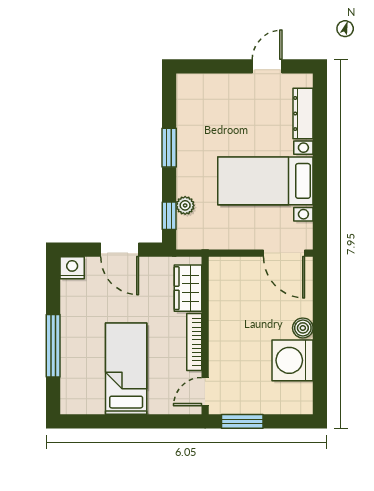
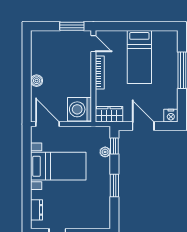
dresser: (303, 114) -> (36, 210), width x0.70
wardrobe: (188, 288) -> (109, 114), moved, turned -90
washing machine: (293, 360) -> (80, 109), moved, turned 180
door: (205, 392) -> (93, 44), hinge flipped

